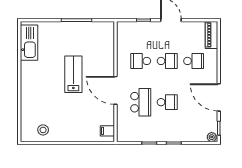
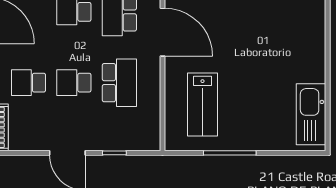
school desk: (141, 61) -> (119, 83), width x1.85
lab bench: (73, 74) -> (203, 105), moved

